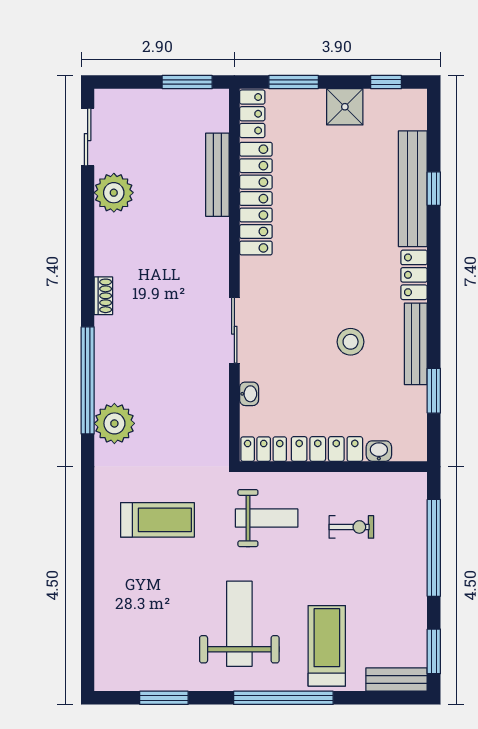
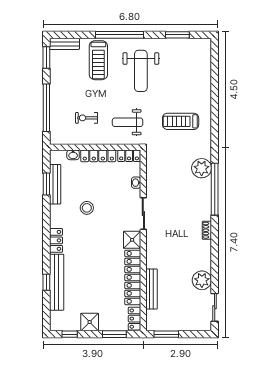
shower: (257, 276) -> (132, 240), added
bench: (416, 344) -> (55, 184), moved

